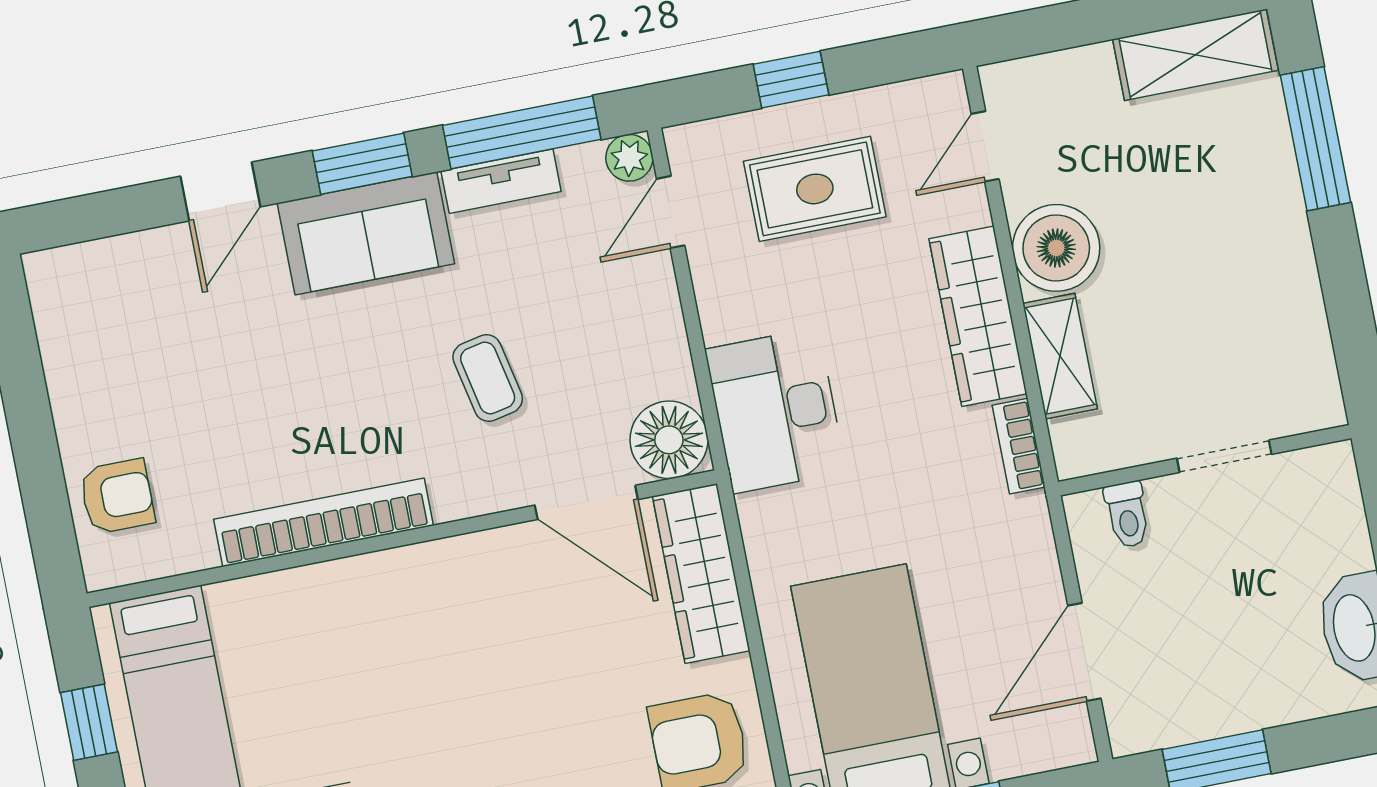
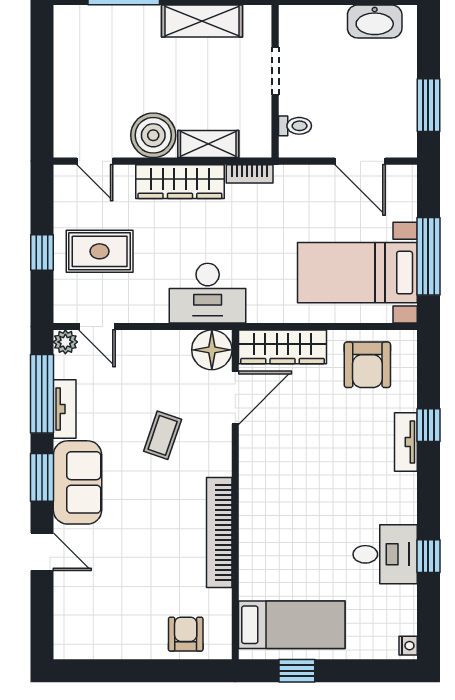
shelving: (1195, 55) -> (202, 21), moved, turned 90
rug: (815, 189) -> (100, 251), turned 90
coffee table: (488, 378) -> (163, 435), turned -59

